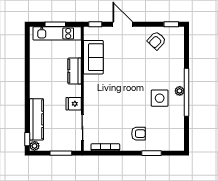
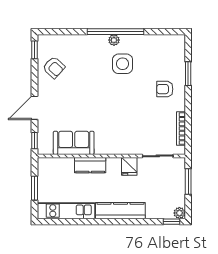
kitchen unit: (57, 33) -> (66, 211), moved, turned -90
kitchen counter: (37, 119) -> (120, 211), moved
armchair: (138, 134) -> (165, 89), turned -90

